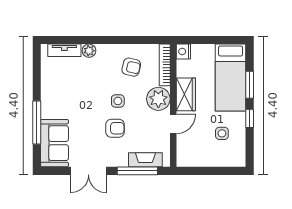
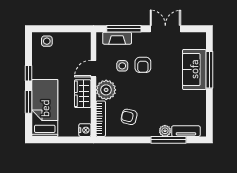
window: (85, 40) -> (168, 140), added
side table: (118, 101) -> (122, 66), moved
armchair: (115, 128) -> (143, 65), turned -90
side table: (222, 133) -> (47, 41), moved
sofa: (54, 143) -> (194, 69), moved

